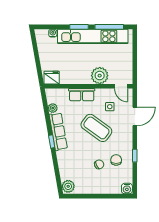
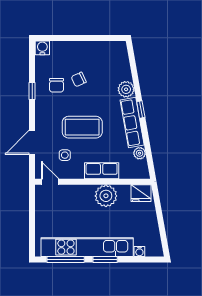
plant: (100, 76) -> (106, 196), moved
coffee table: (96, 128) -> (82, 127), turned -36
plant: (68, 186) -> (126, 89), moved

